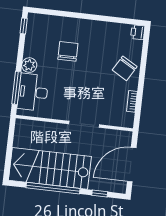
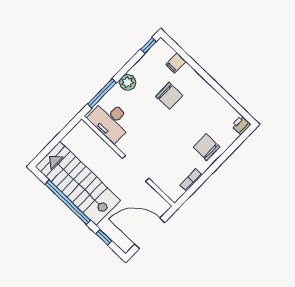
filing cabinet: (54, 23) -> (176, 63), added
chair: (68, 51) -> (169, 96), turned 90
chair: (125, 68) -> (206, 147), turned 60
desk: (33, 92) -> (110, 120), moved, turned -90

